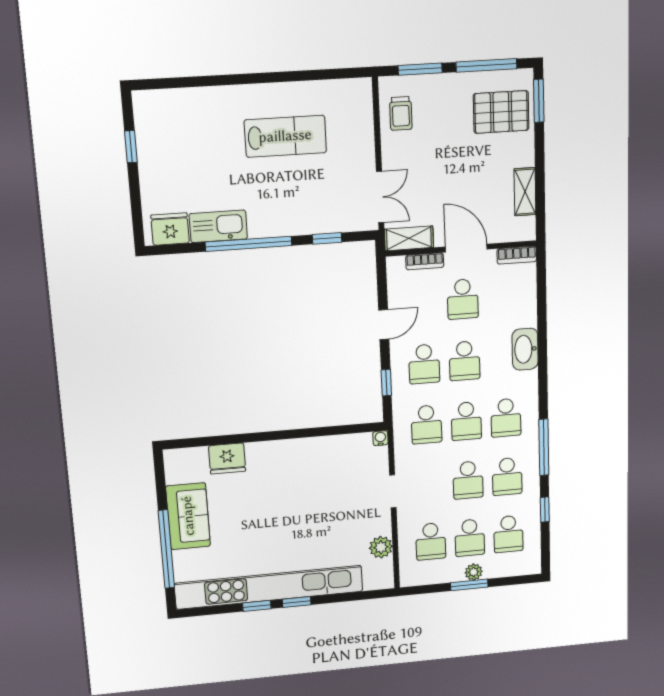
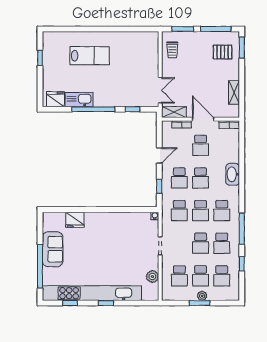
pallet: (501, 112) -> (223, 52), width x0.67, depth x0.71
lab bench: (285, 136) -> (90, 56), moved
window: (257, 606) -> (70, 303), moved

